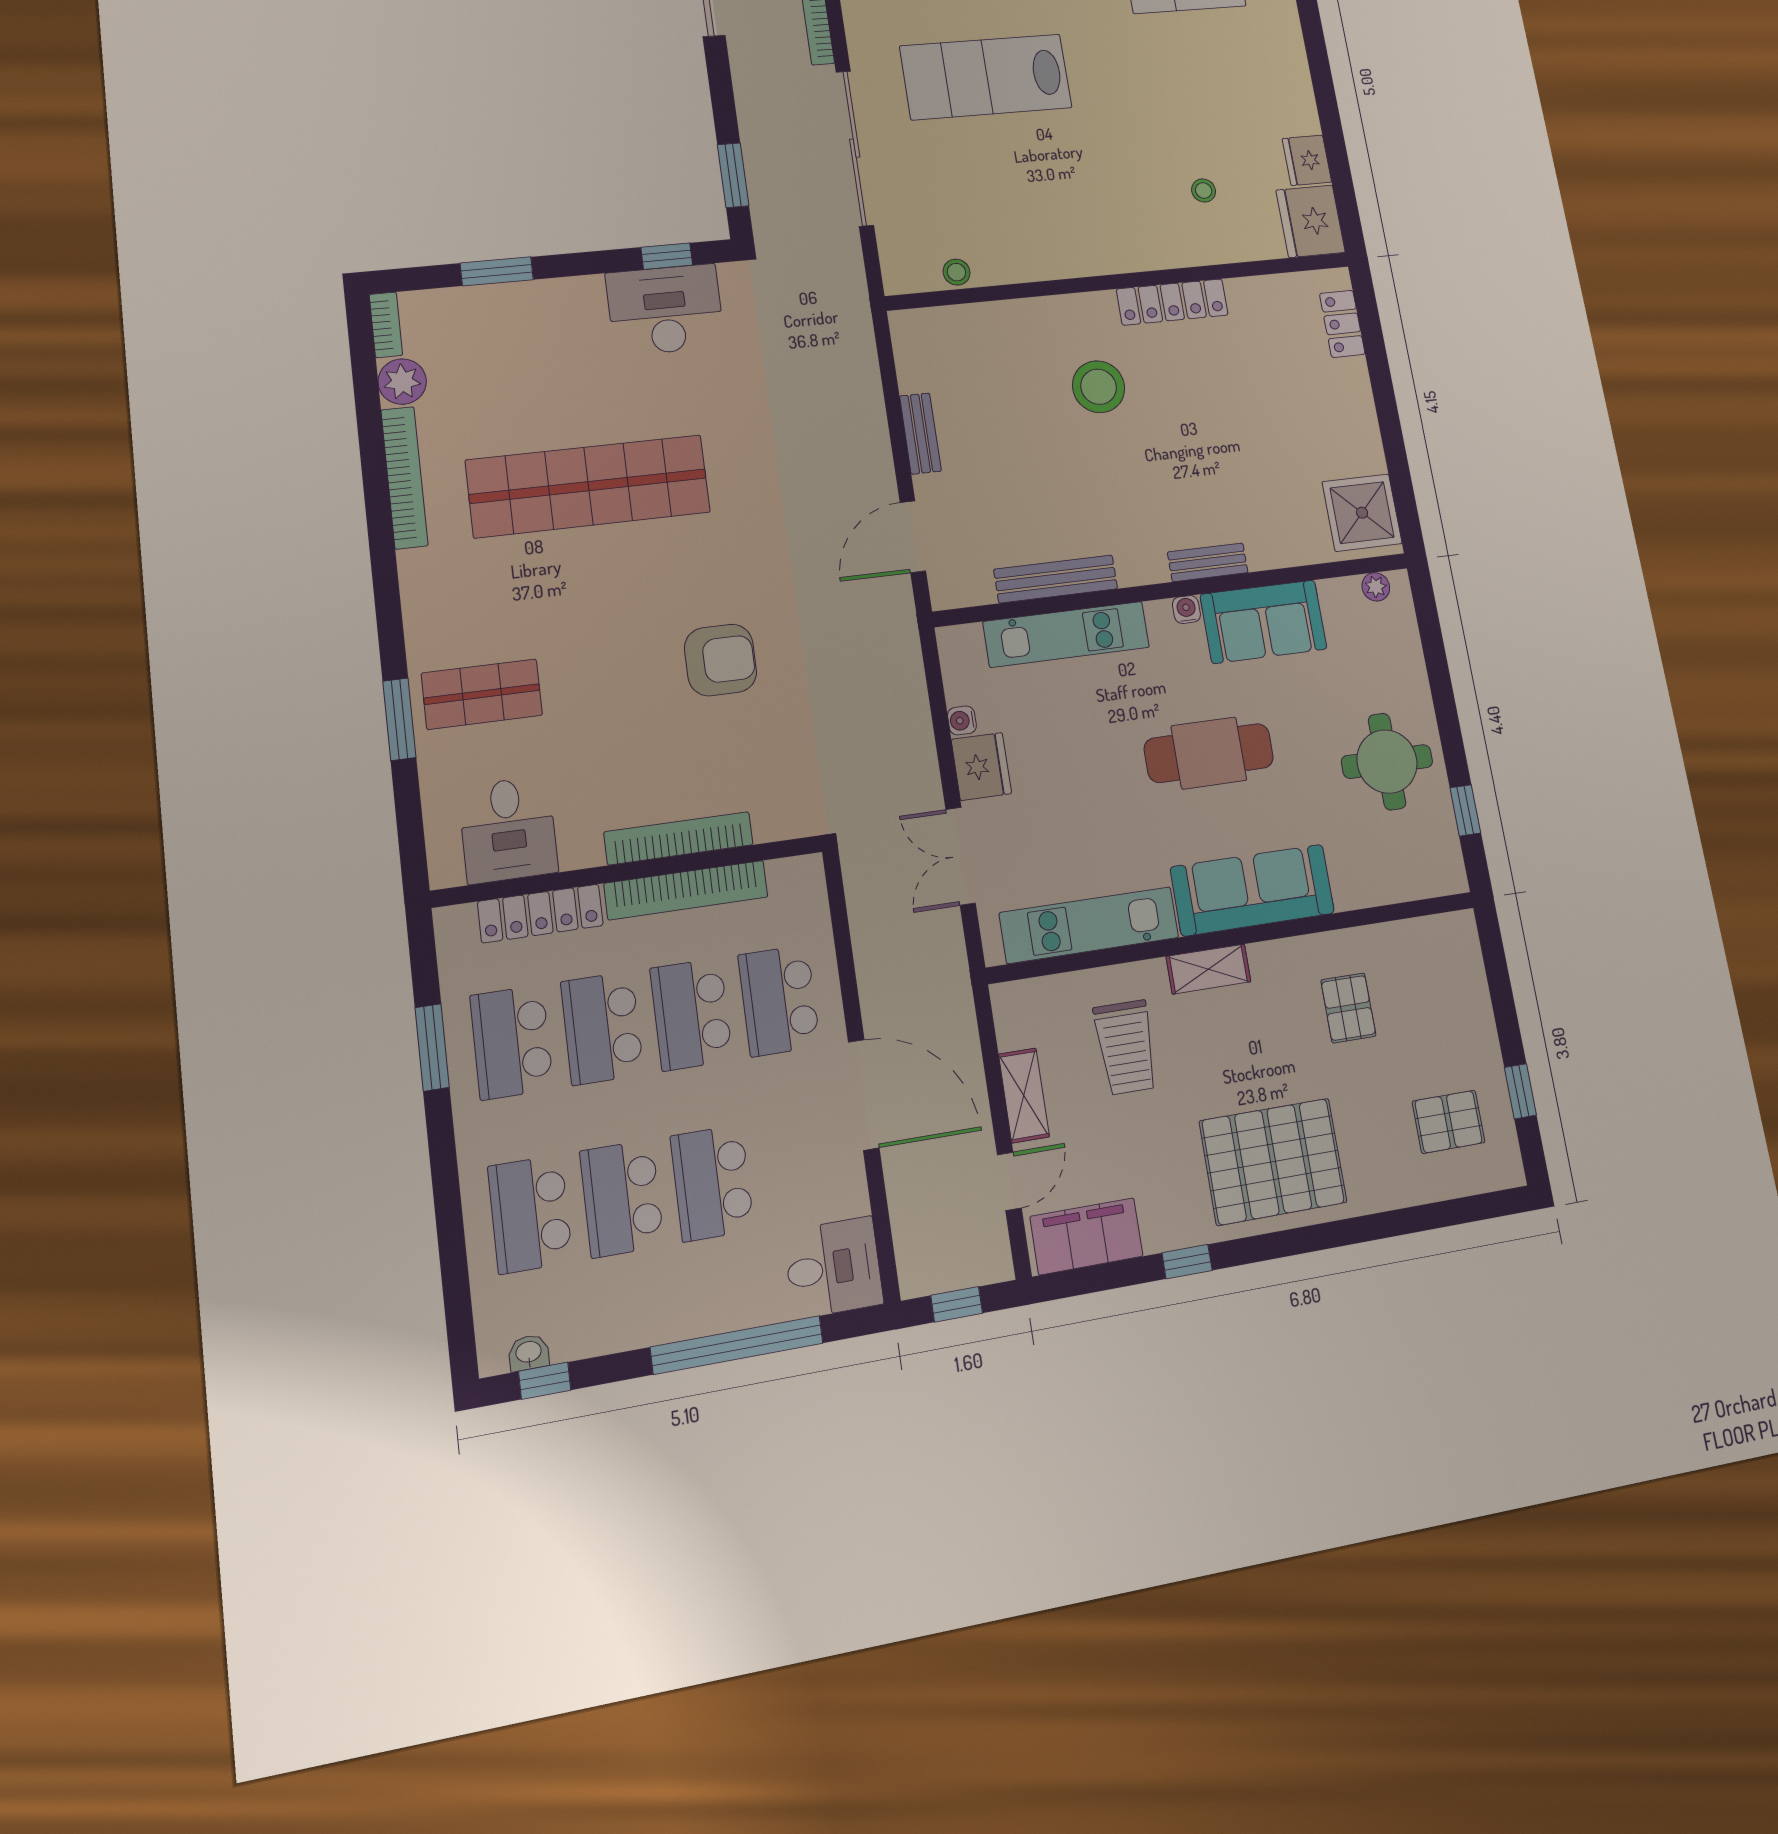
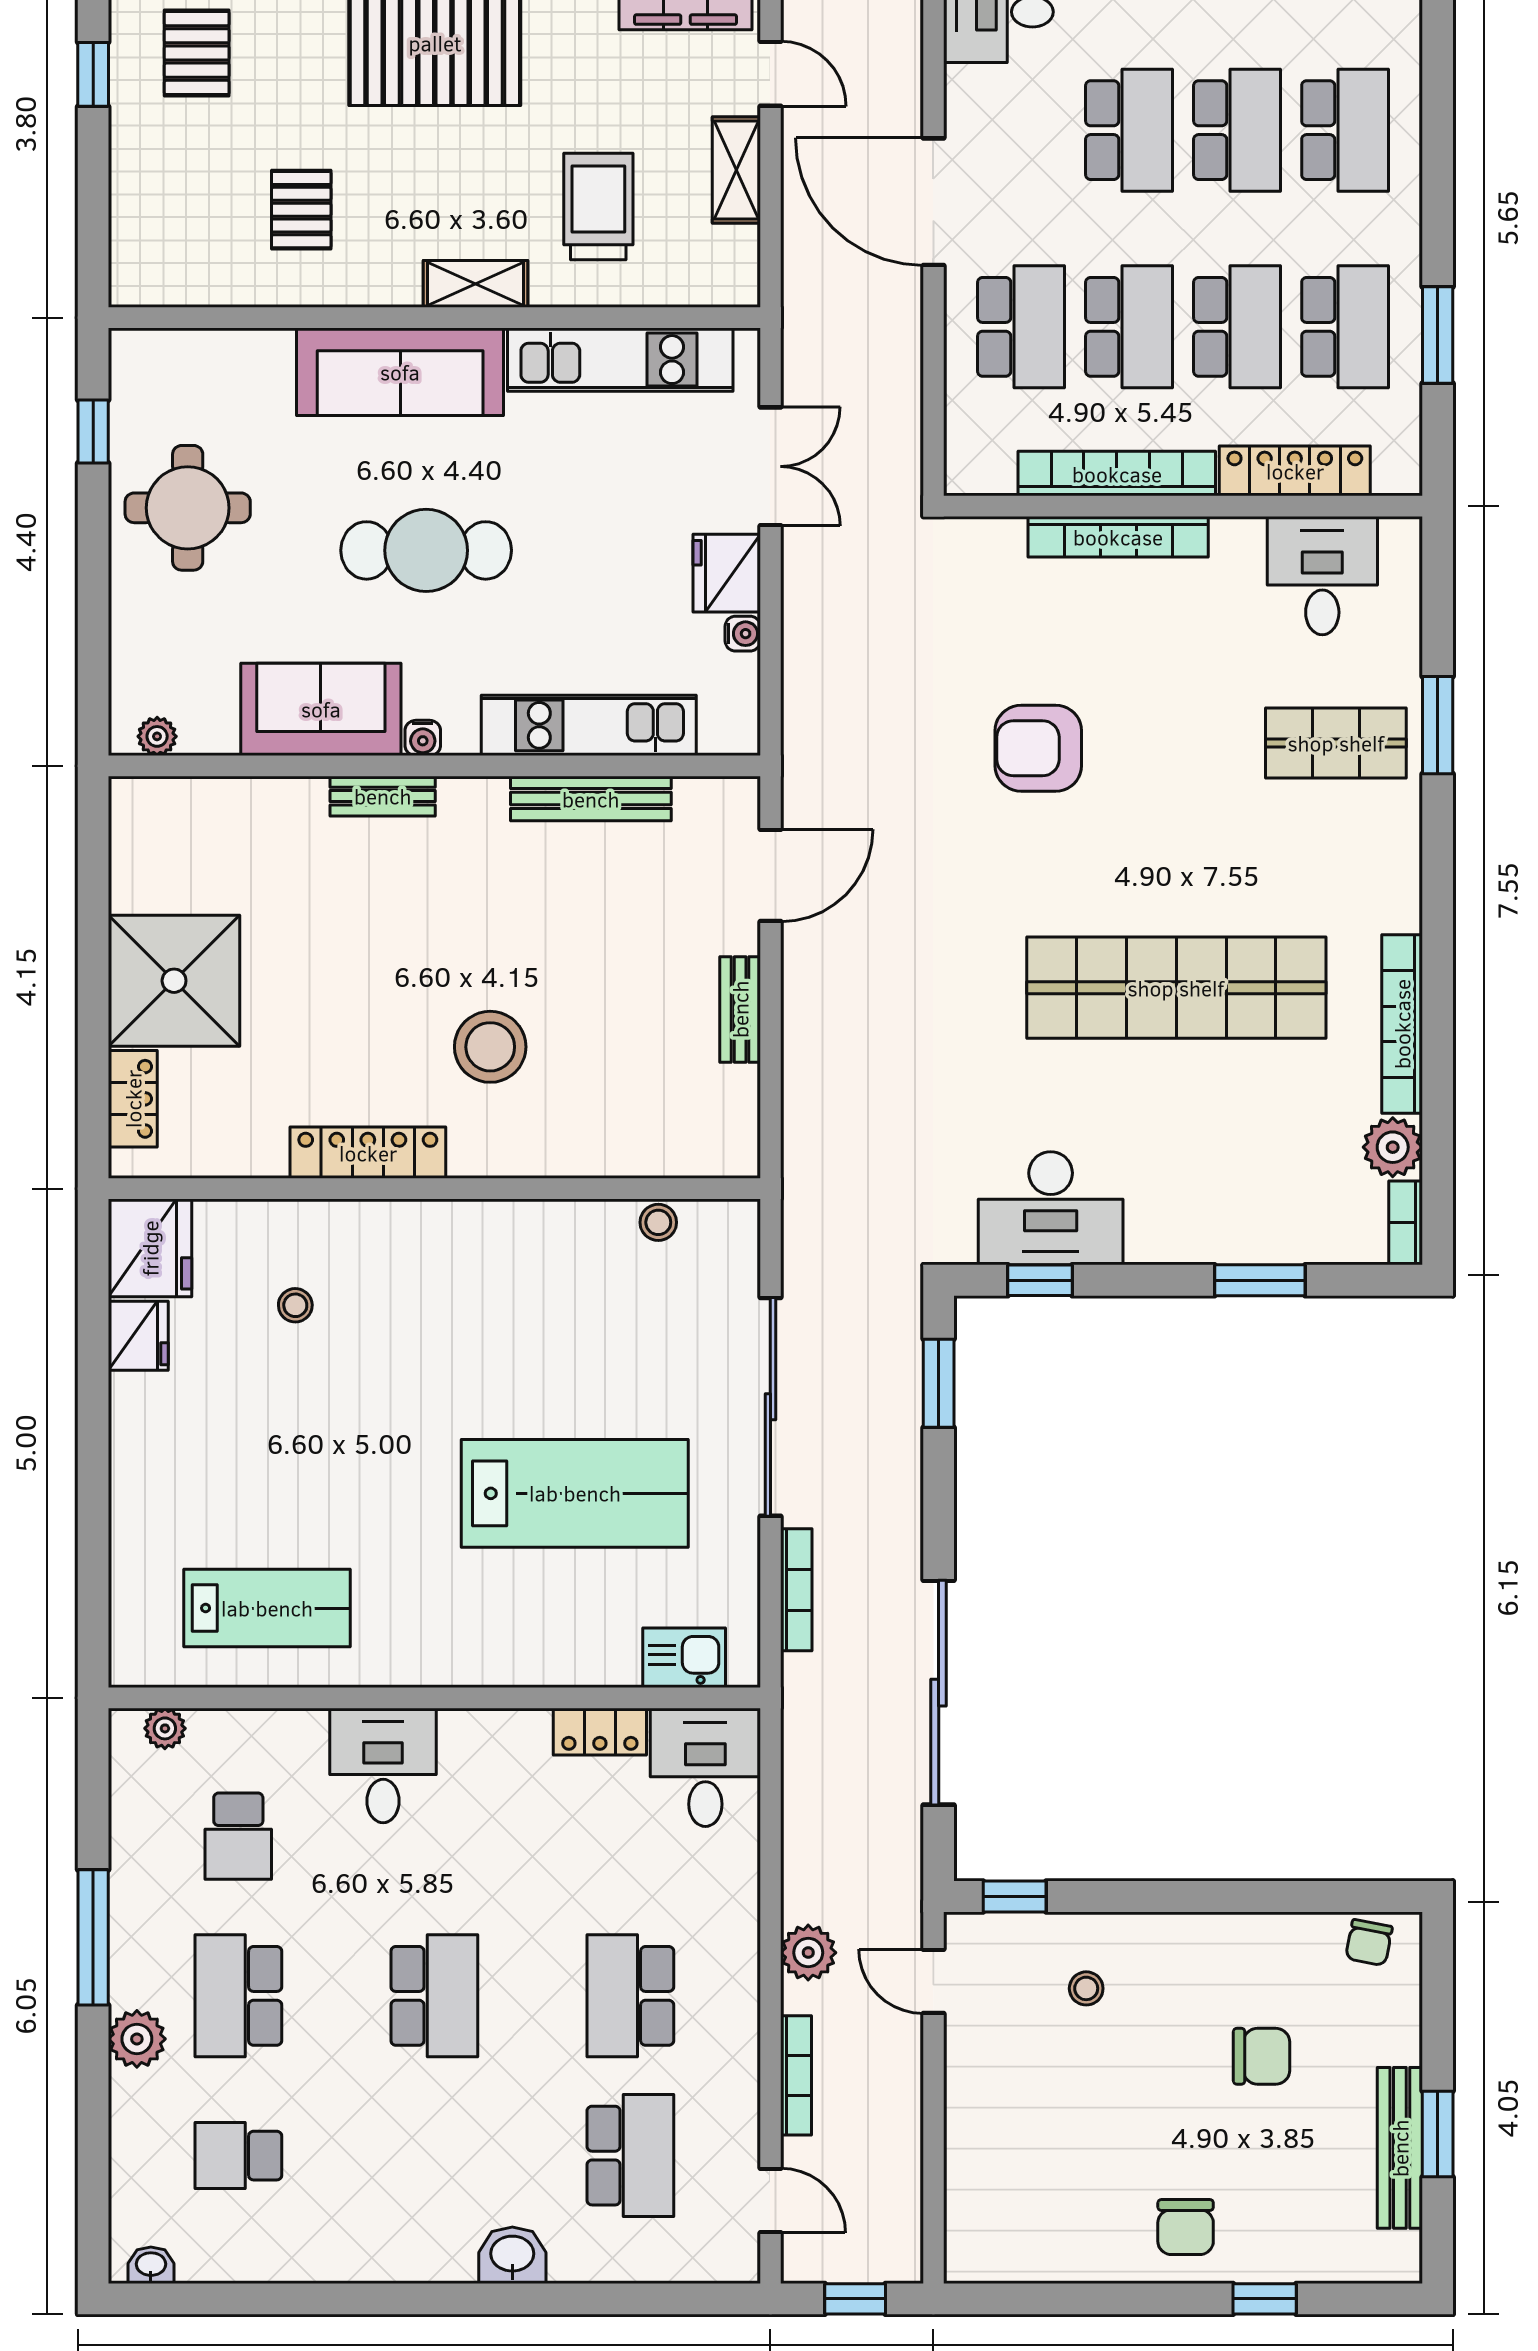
shower: (1362, 513) -> (174, 981), moved, width x1.37, depth x1.37
pallet: (1449, 1122) -> (197, 53), turned 90
door: (1009, 1181) -> (770, 74), swing flipped

